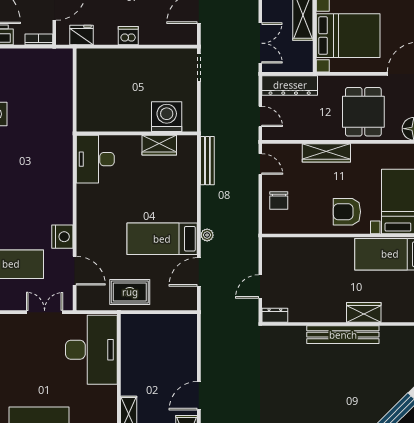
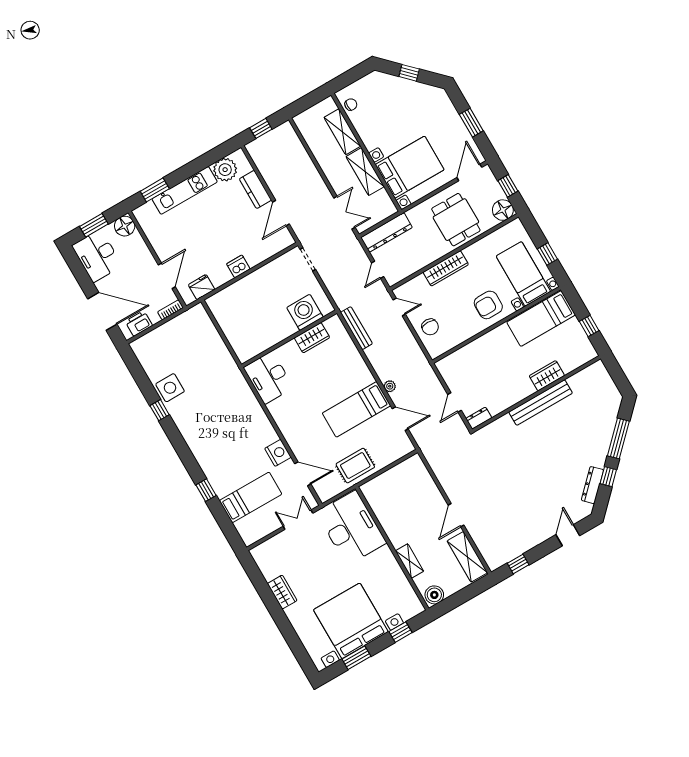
door: (260, 116) -> (378, 270), swing flipped
door: (199, 272) -> (400, 419), swing flipped

